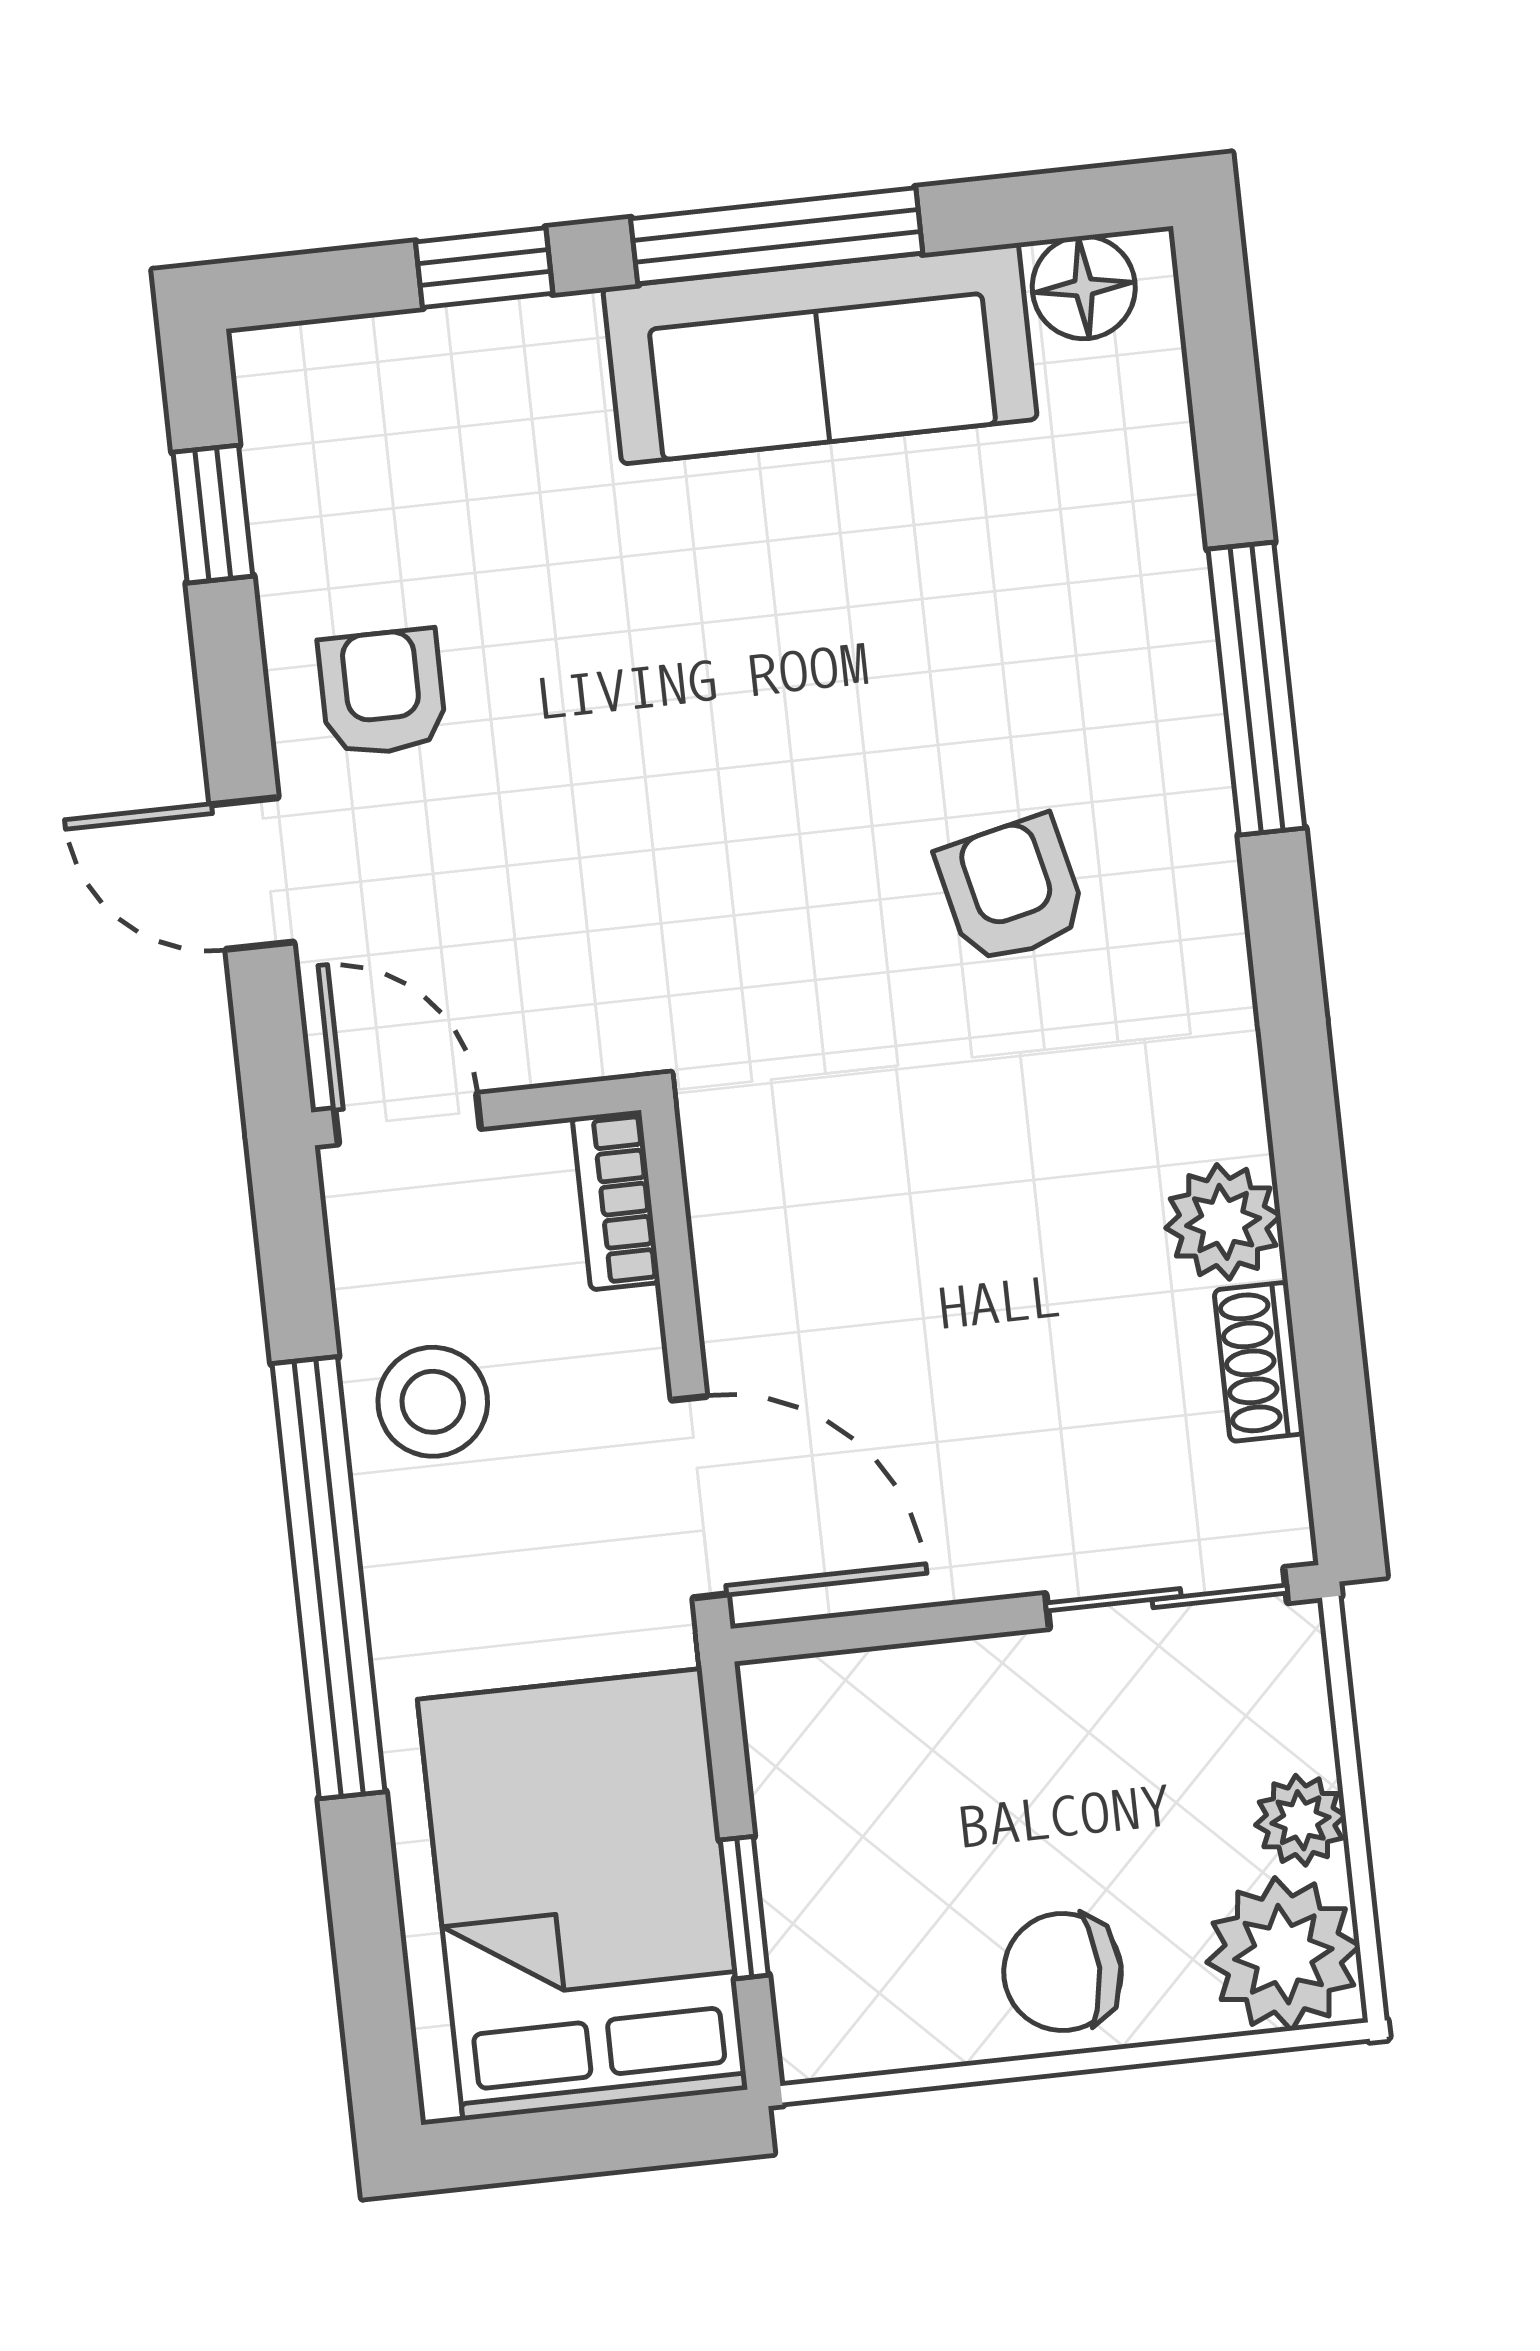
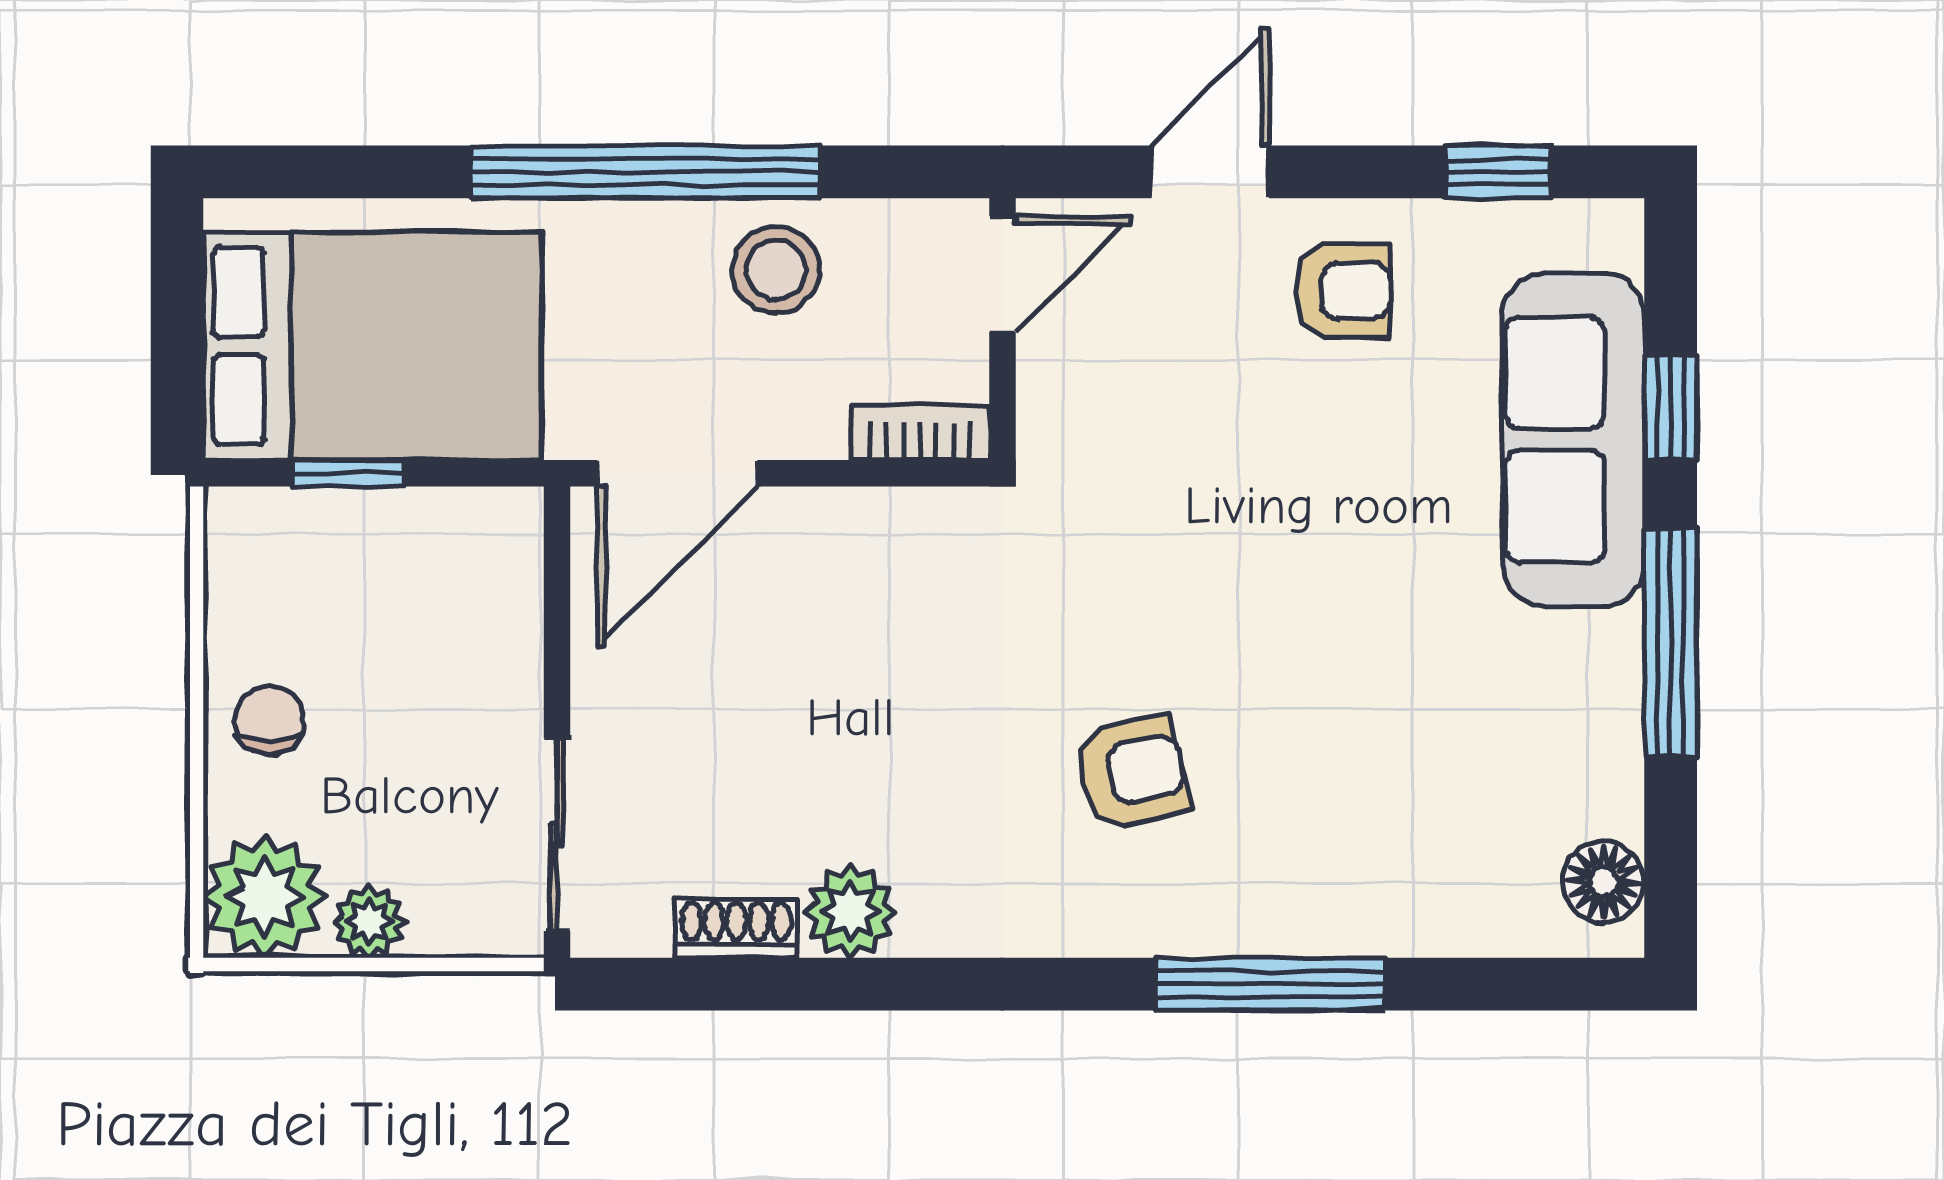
sofa: (820, 354) -> (1574, 440), moved
chair: (1063, 1972) -> (269, 720), width x0.73, depth x0.73

